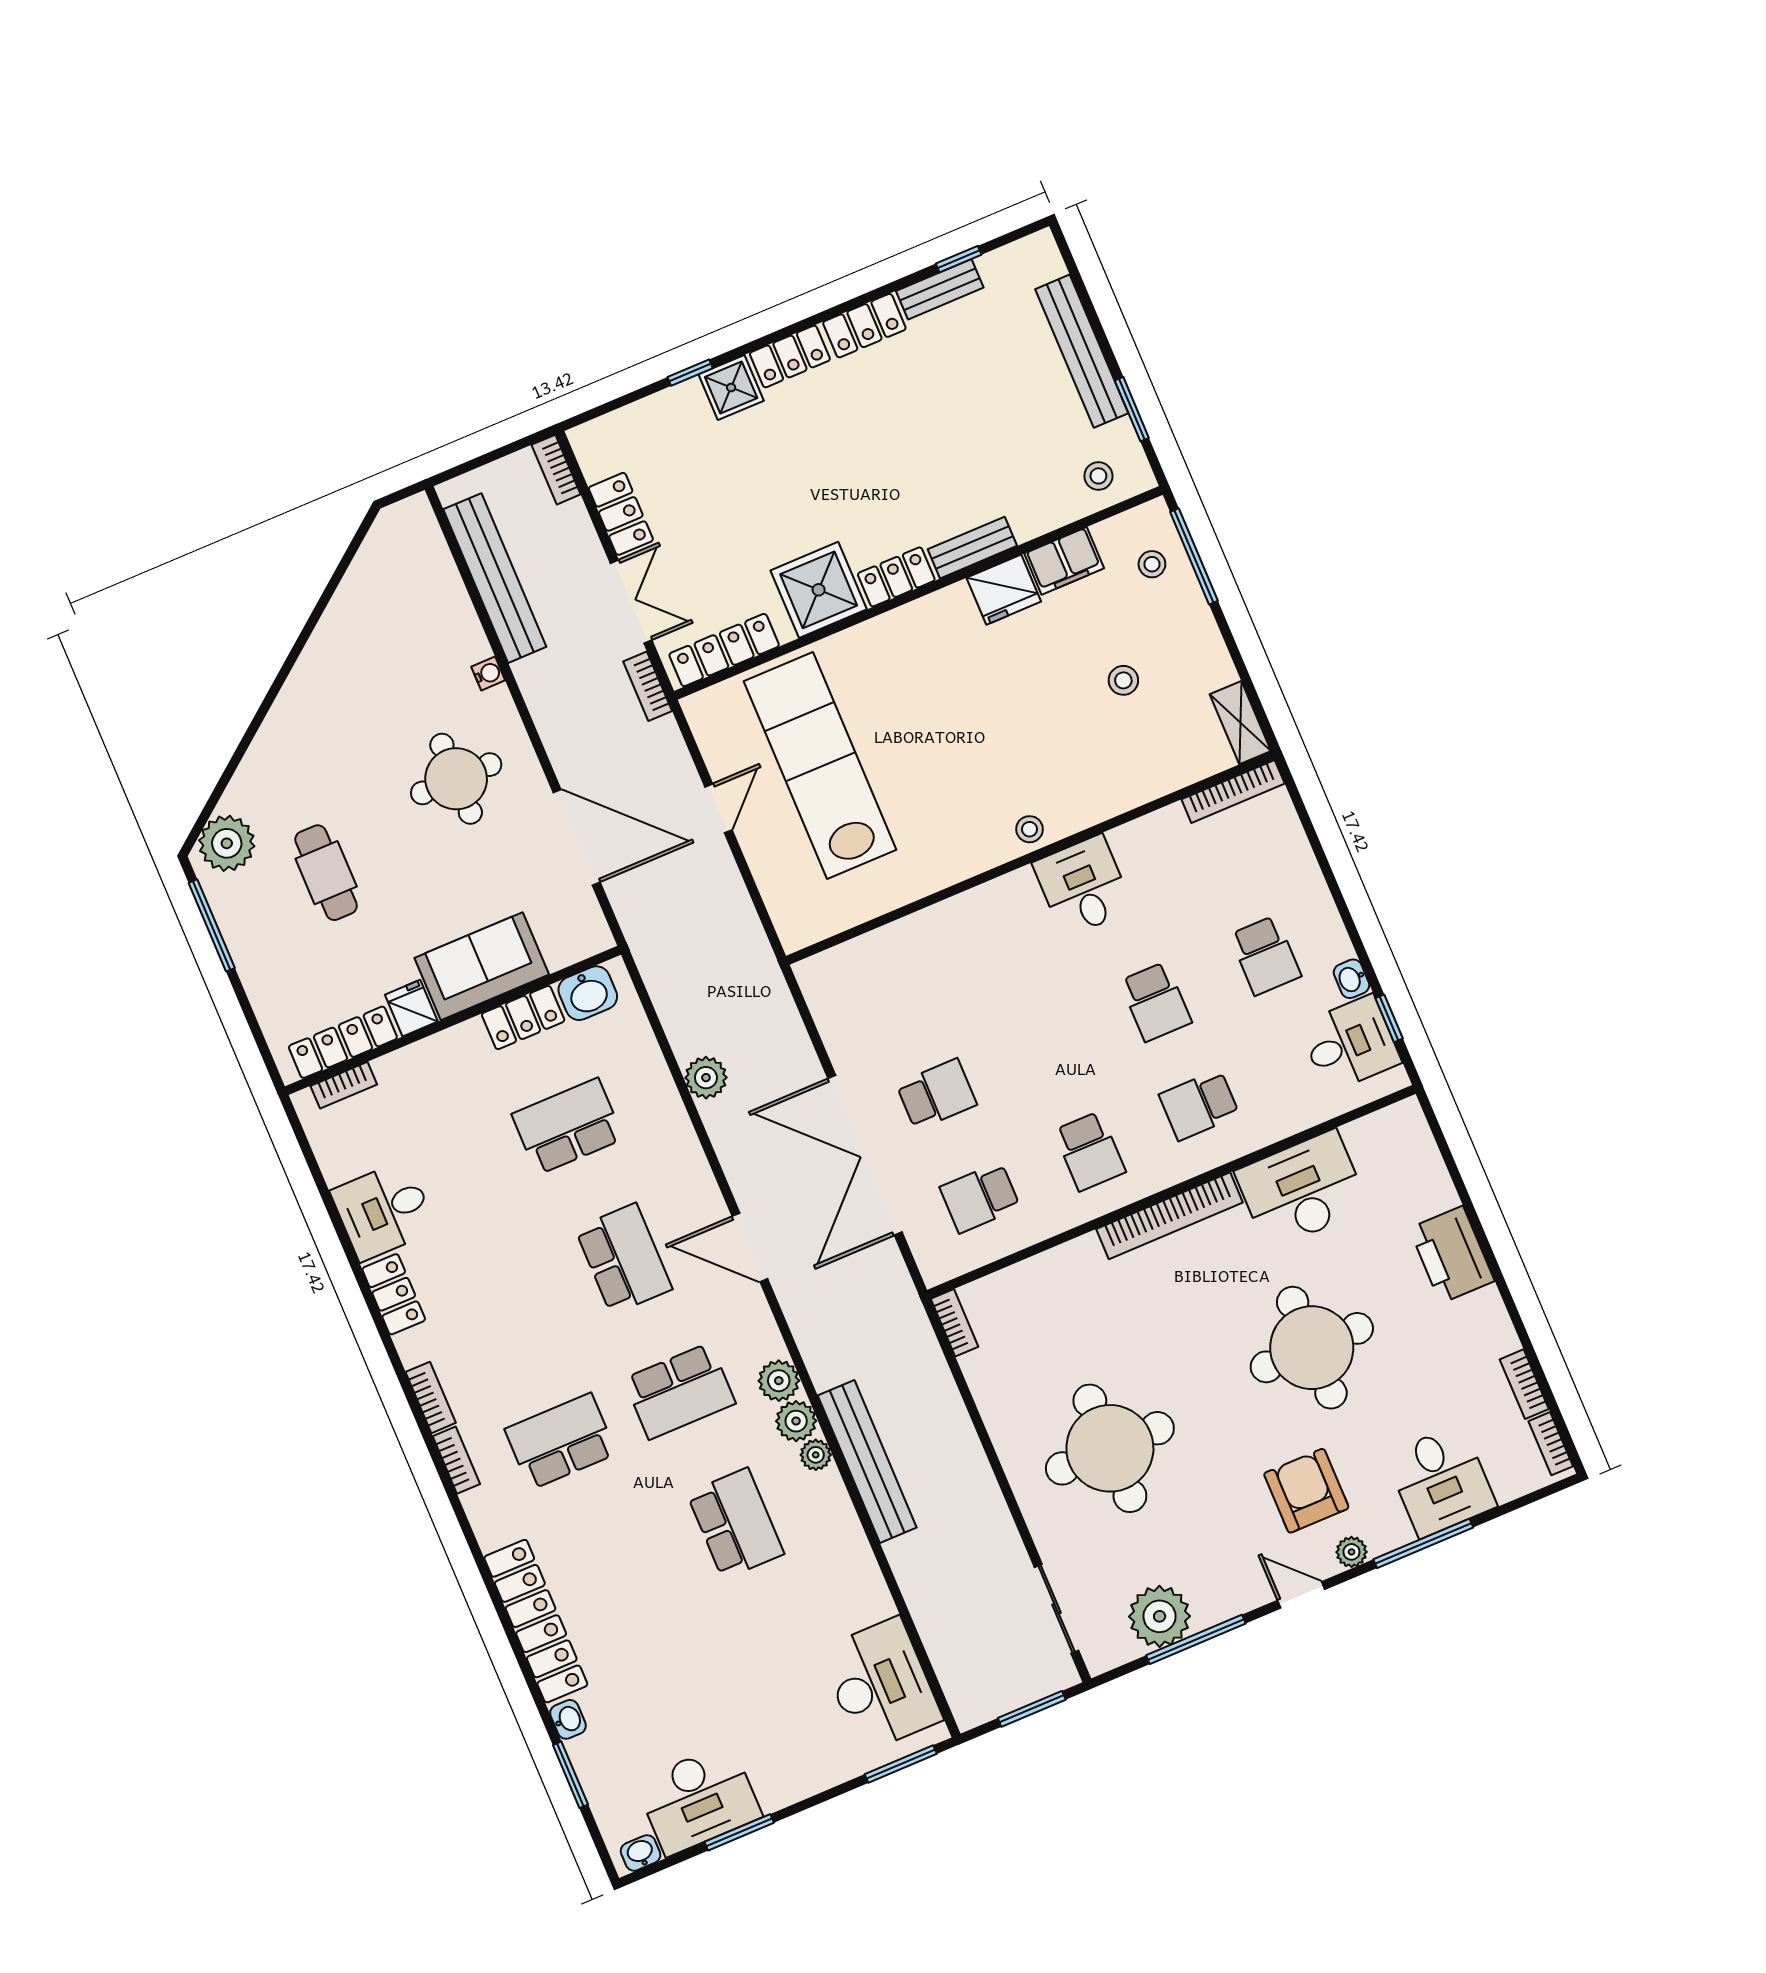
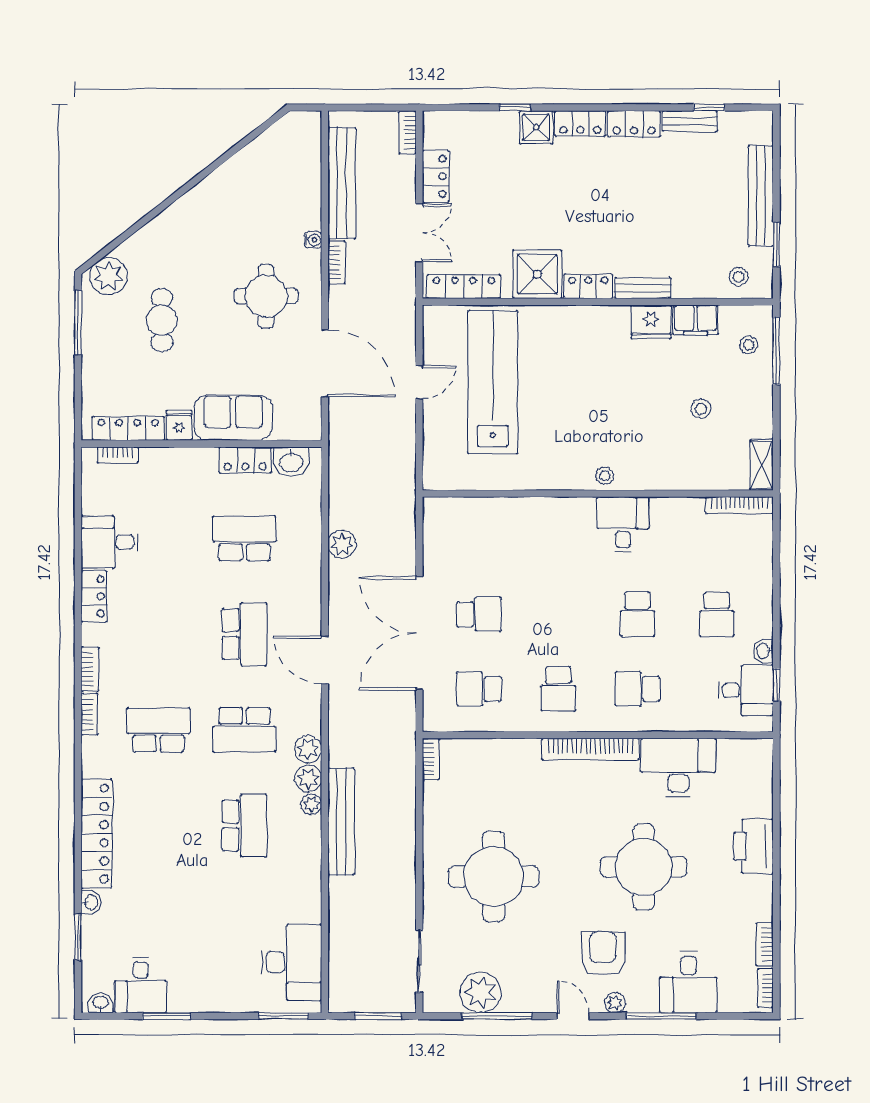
bookcase: (648, 686) -> (337, 262), moved, turned 180
desk: (699, 1799) -> (141, 985), width x0.73

